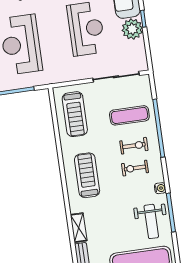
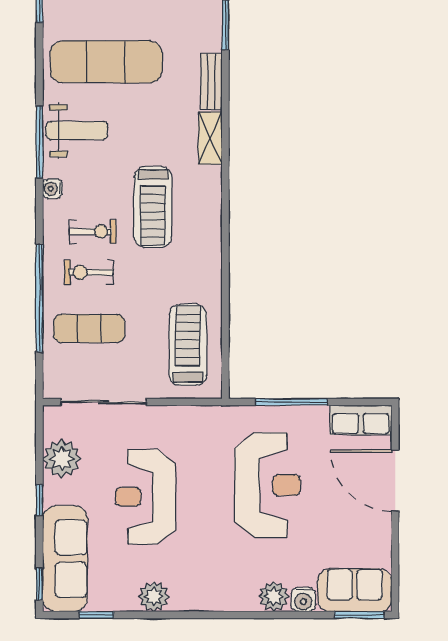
plant: (132, 29) -> (62, 459), moved
treadmill: (87, 175) -> (153, 207), moved
weight bench: (151, 221) -> (77, 131), turned 90

